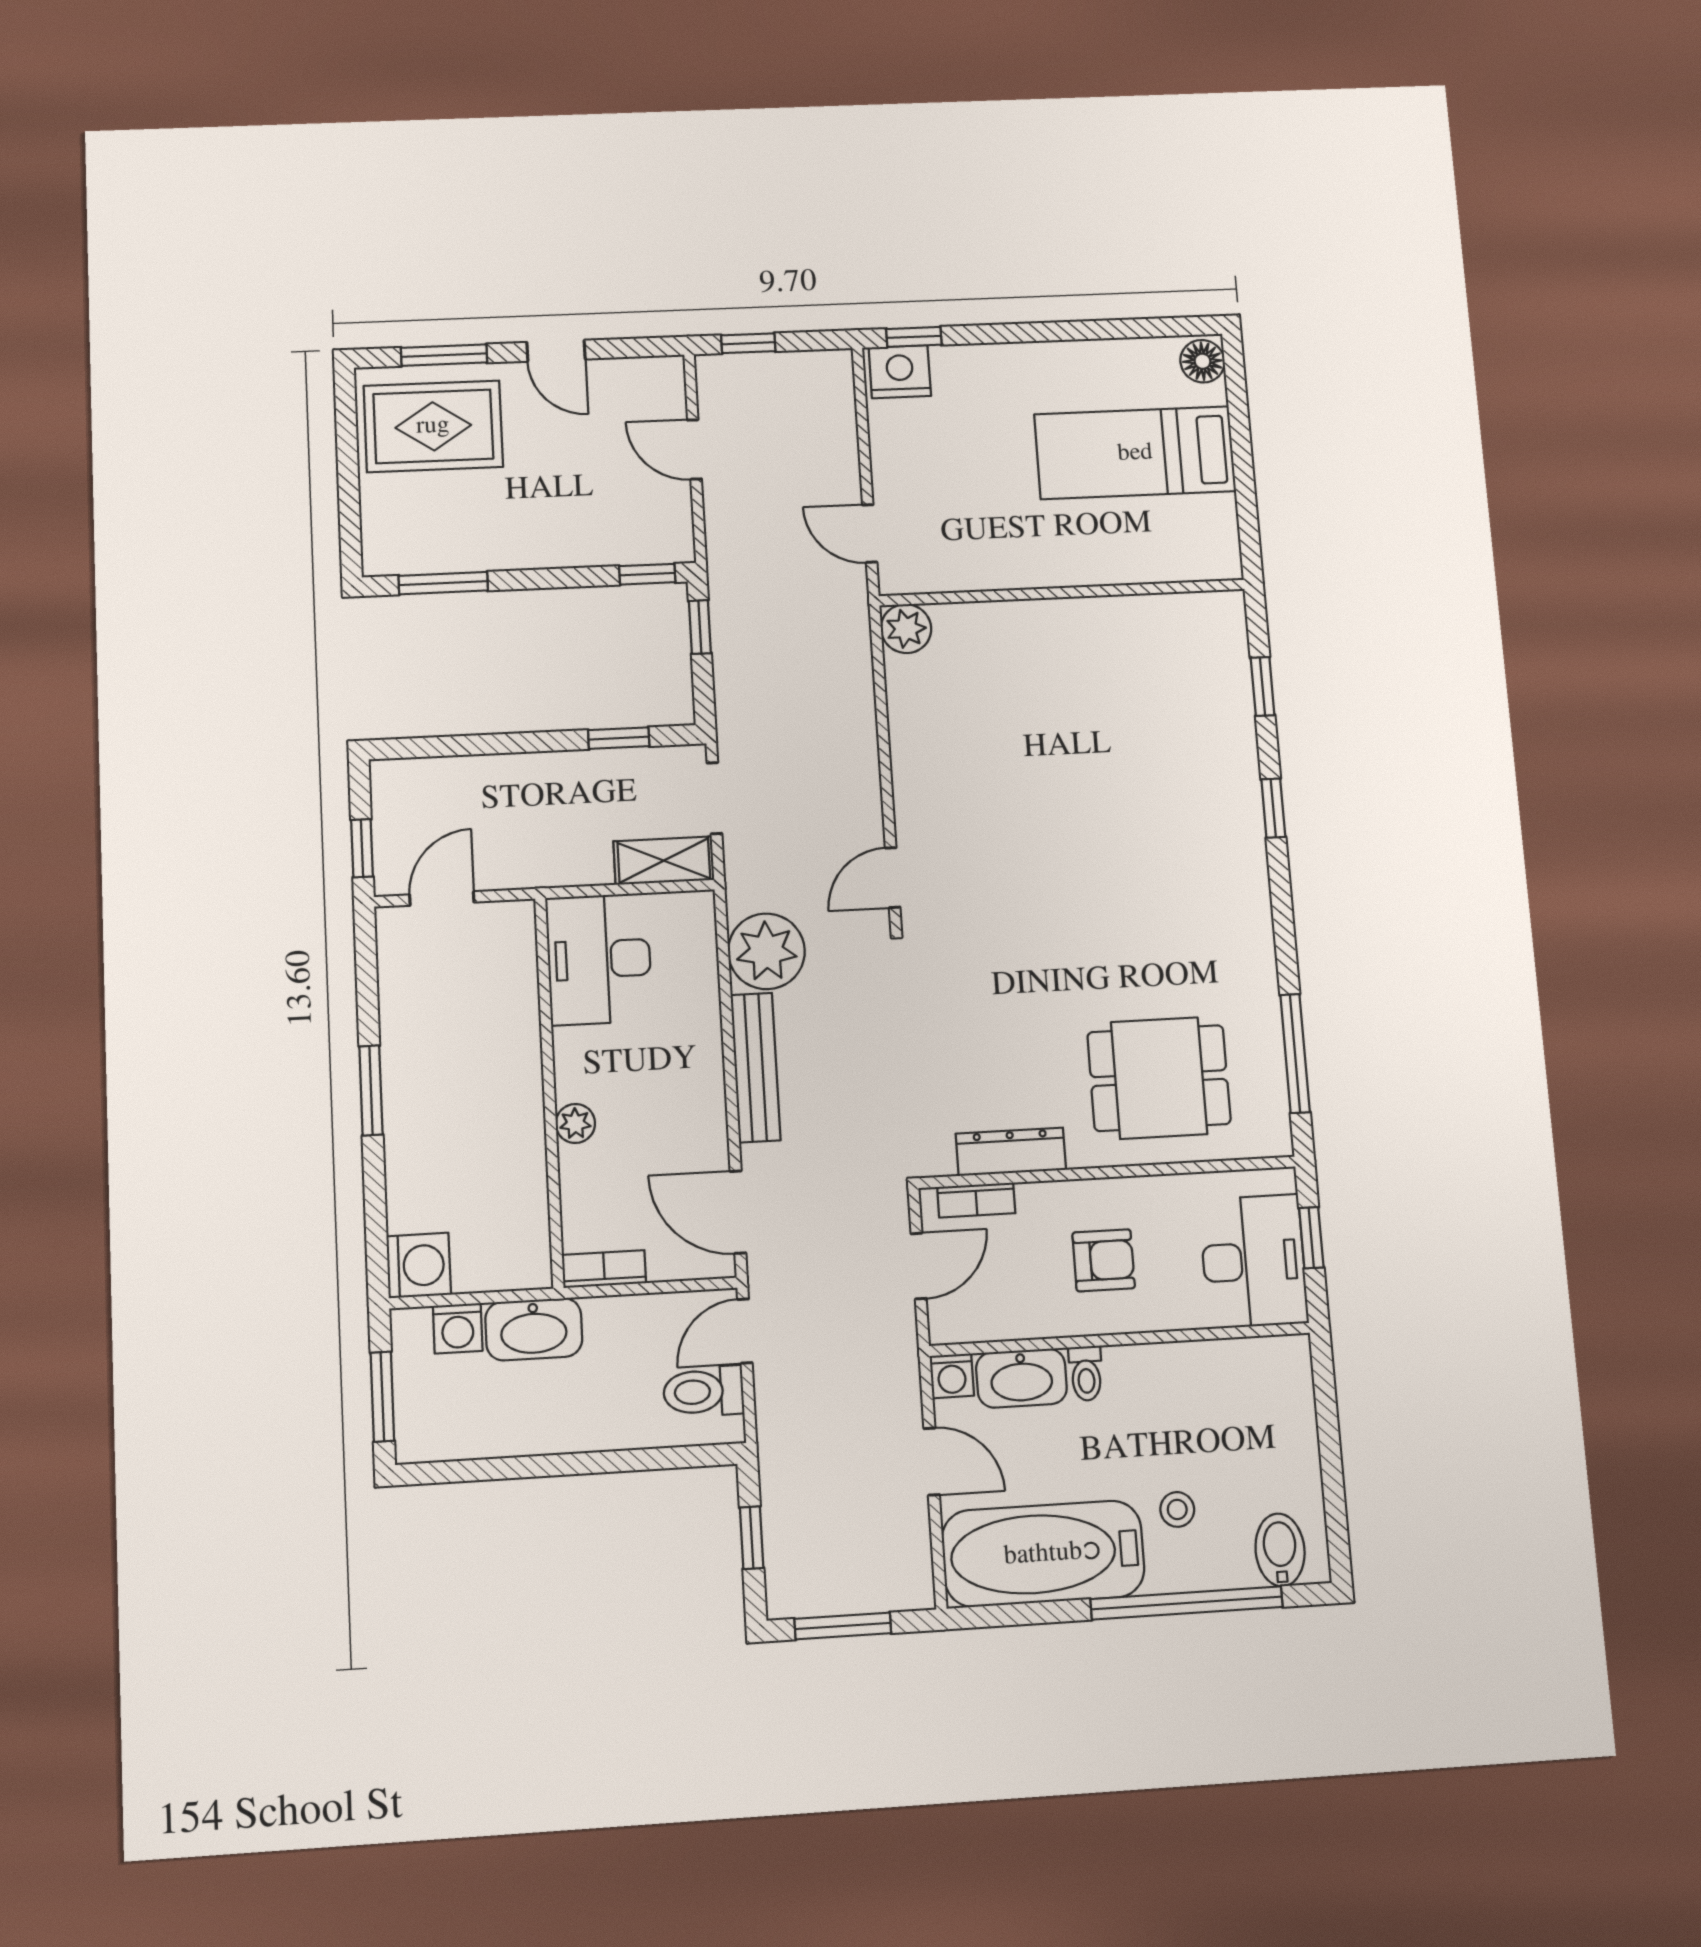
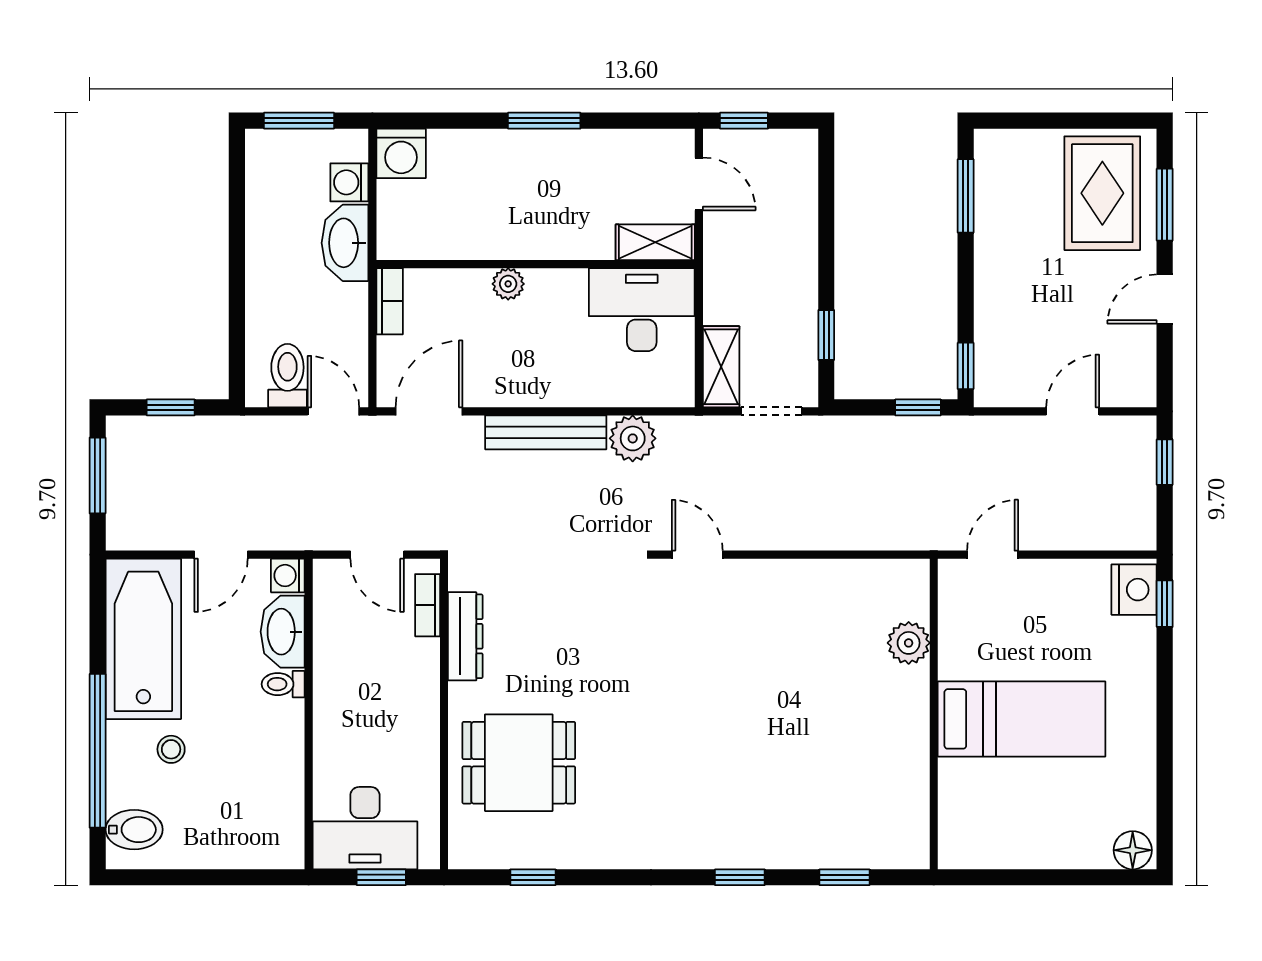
bed: (1135, 453) -> (1021, 719), moved, turned 90
plant: (906, 629) -> (909, 643), moved
shelving: (516, 947) -> (655, 242), added
plant: (766, 951) -> (633, 438), width x0.73, depth x0.73
window: (1295, 1053) -> (533, 877), width x0.46
dining table: (1159, 1078) -> (519, 763), turned 90
armchair: (1104, 1260) -> (373, 705), removed

